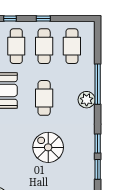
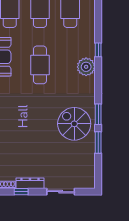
window: (98, 84) -> (98, 50), width x0.32
spiral stairs: (48, 147) -> (74, 124), moved

